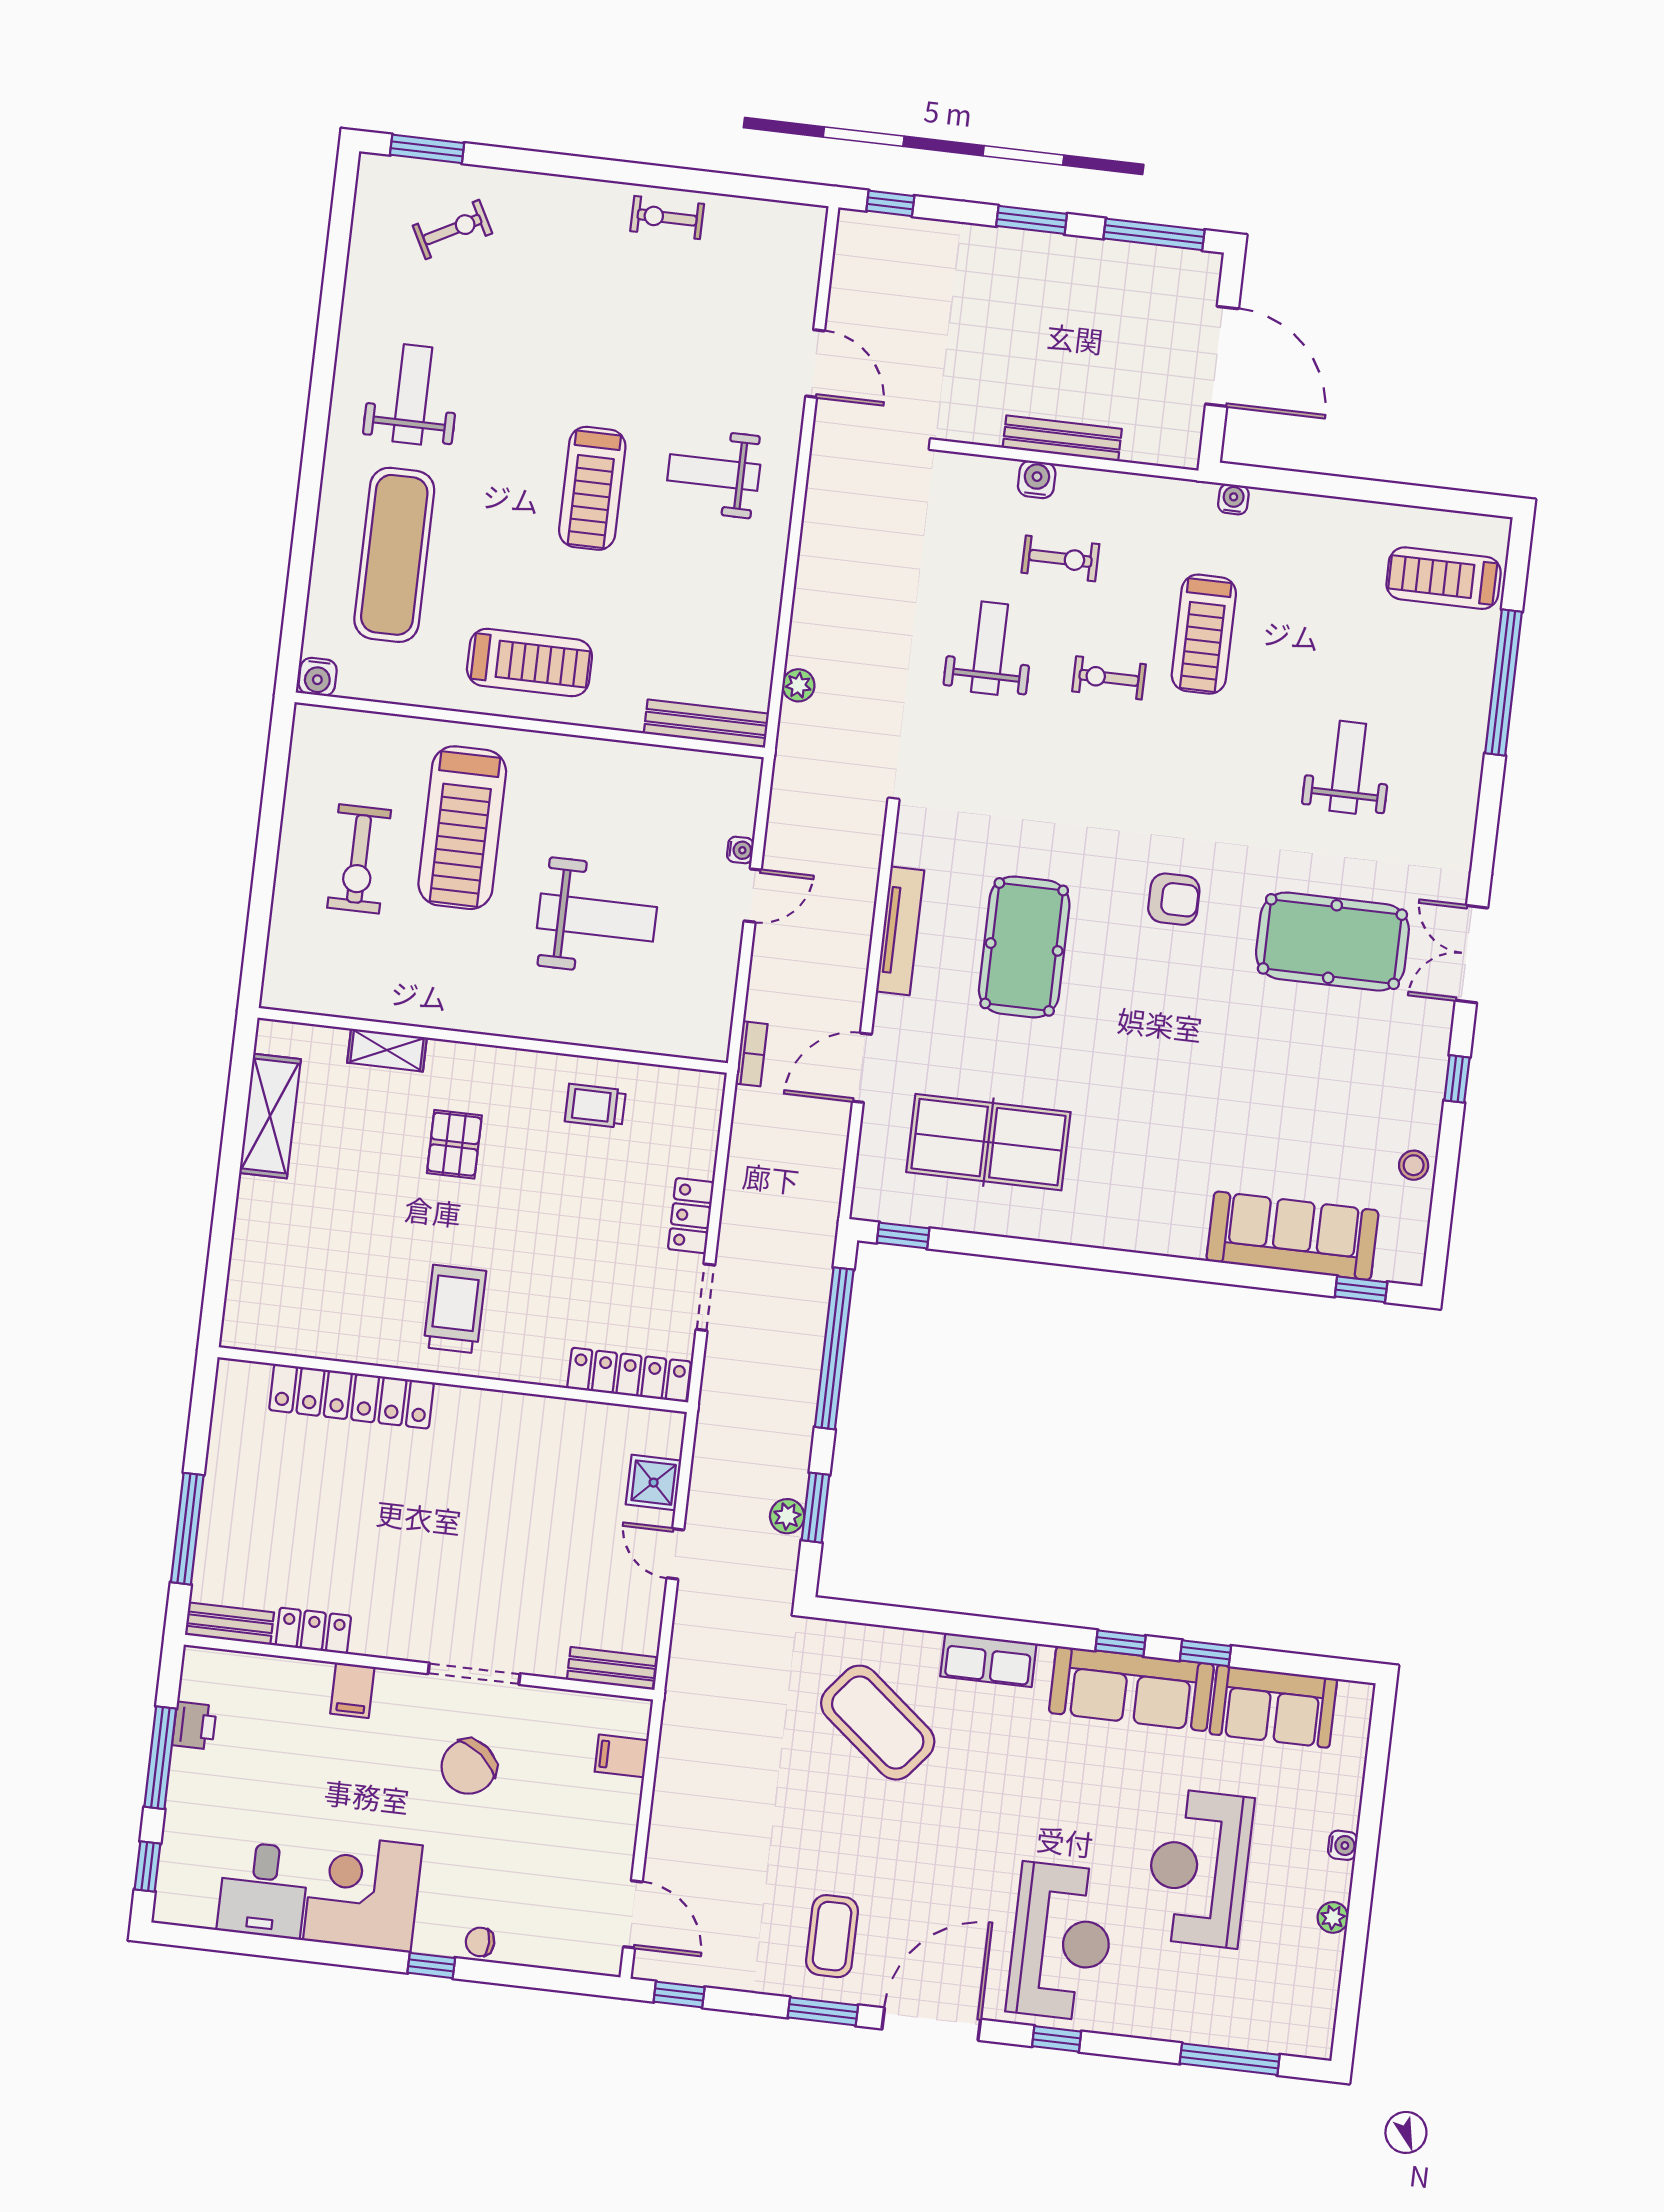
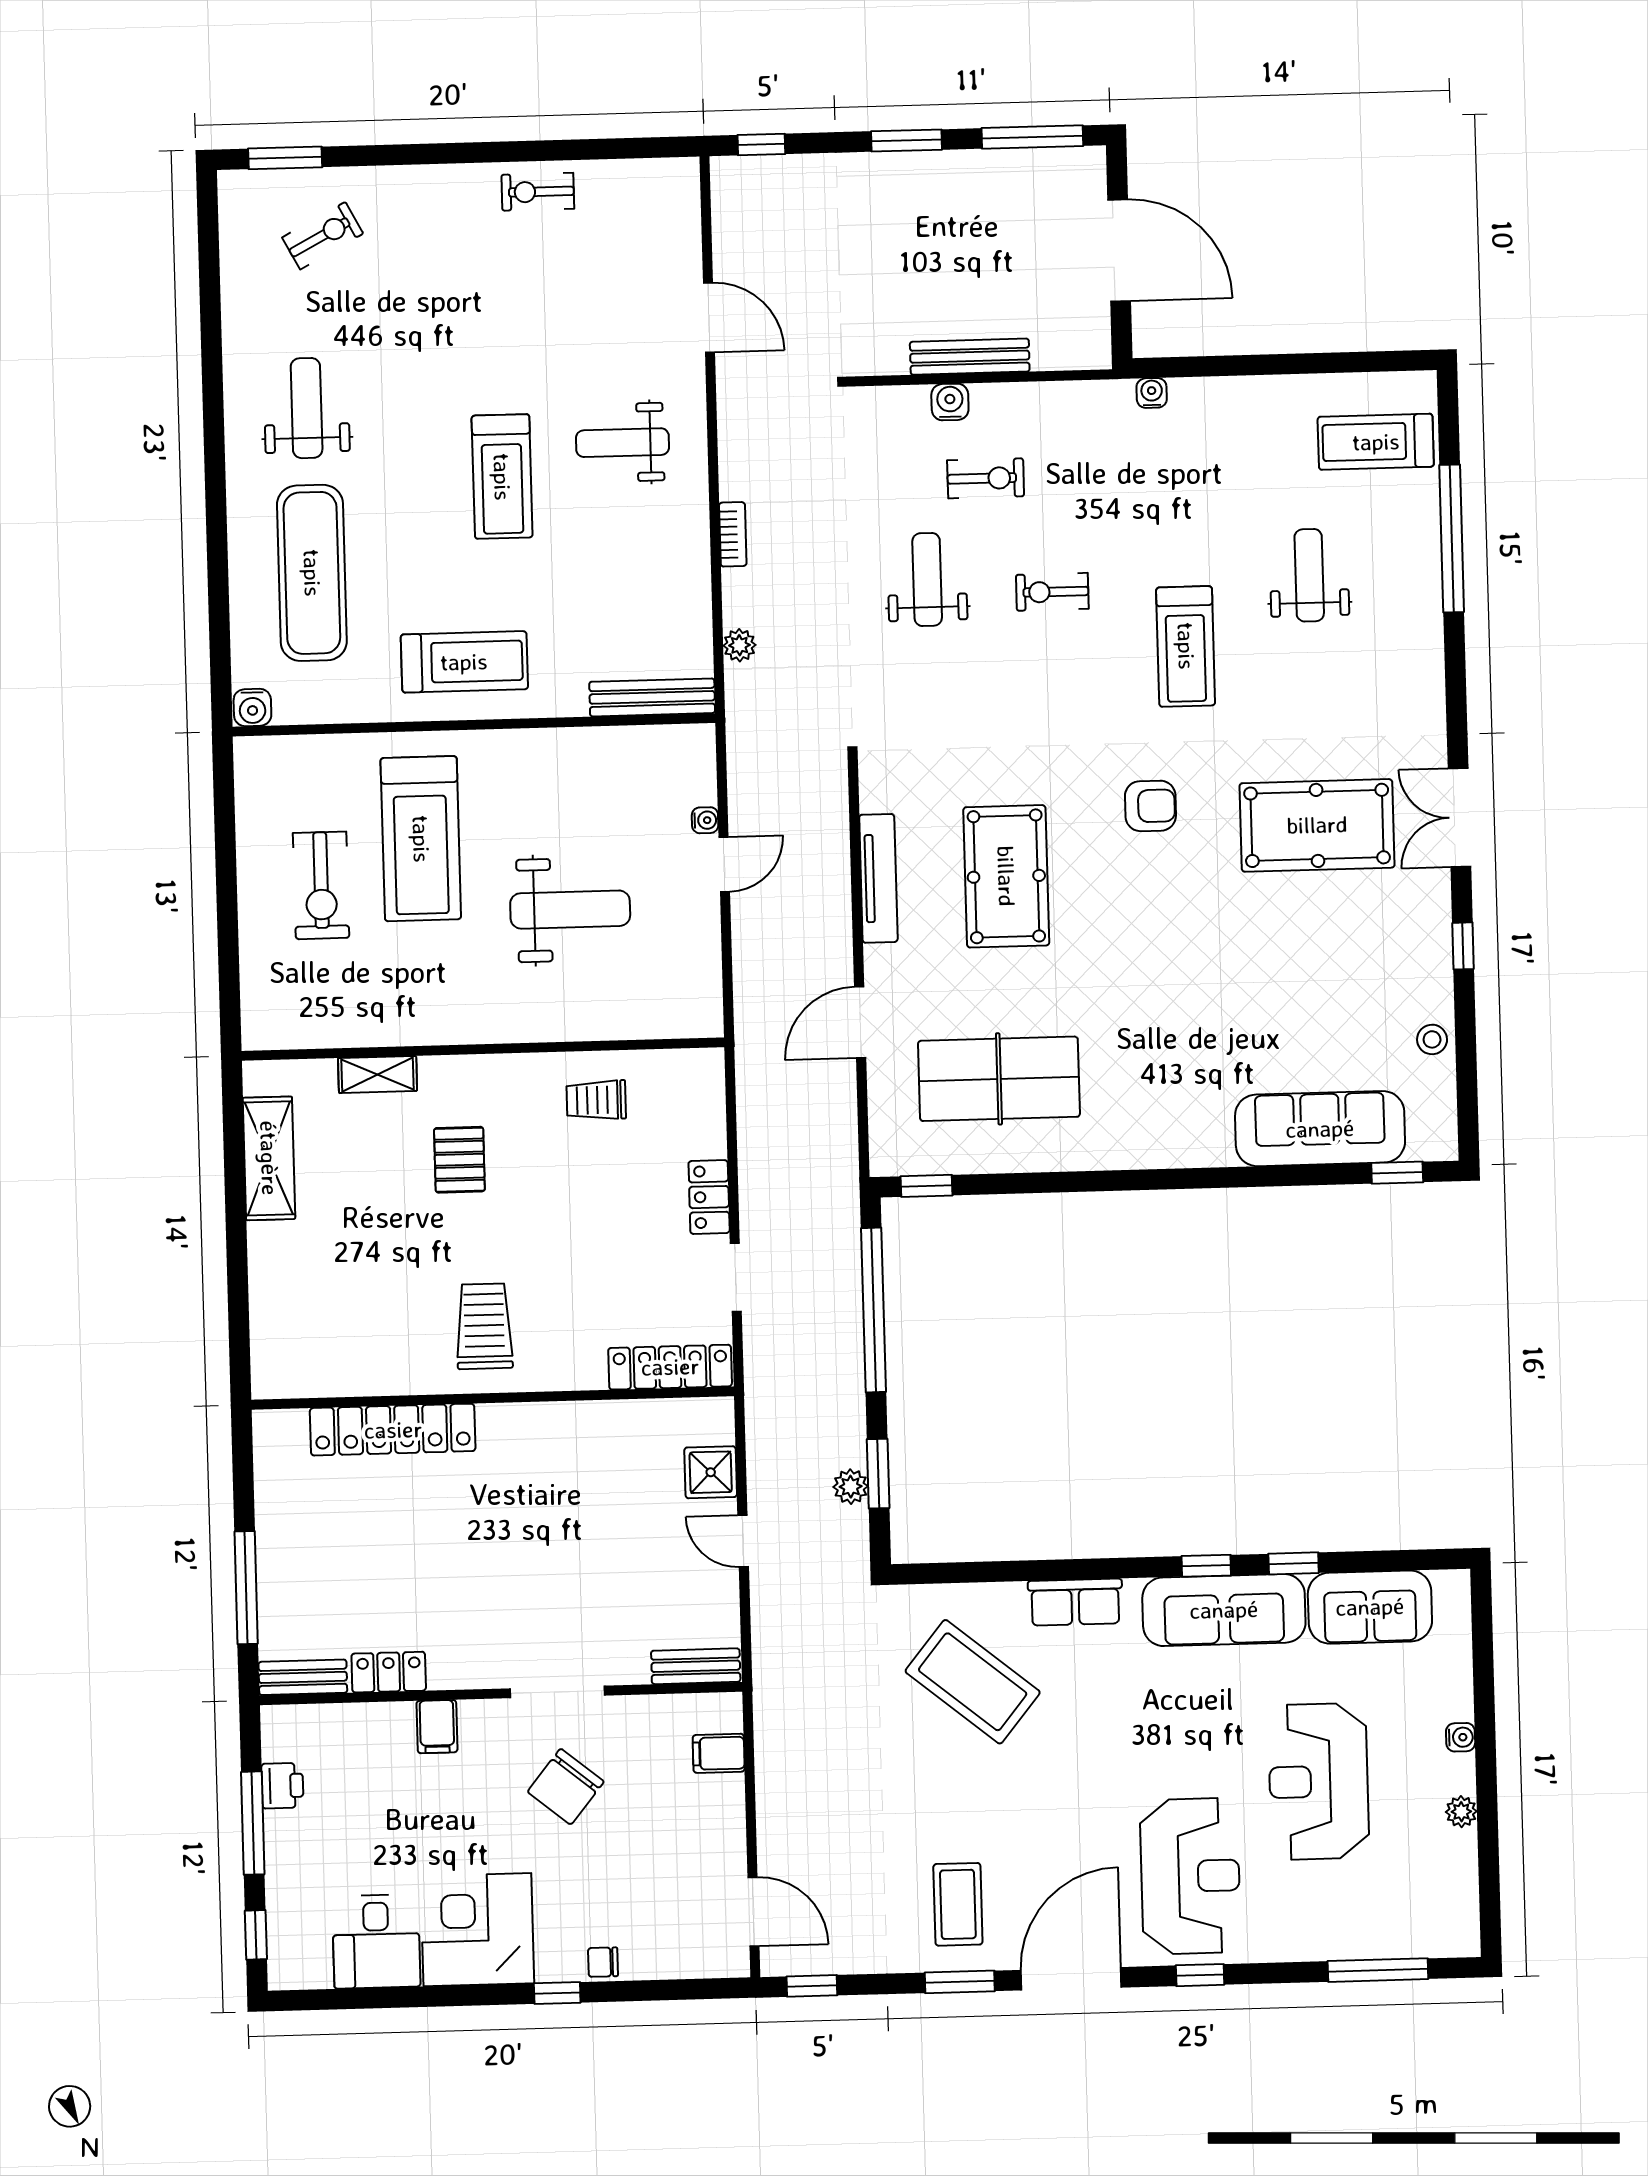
treadmill: (1204, 634) -> (1186, 646), moved
weight bench: (1348, 767) -> (1309, 575), moved
bookcase: (752, 1054) -> (733, 534), moved

